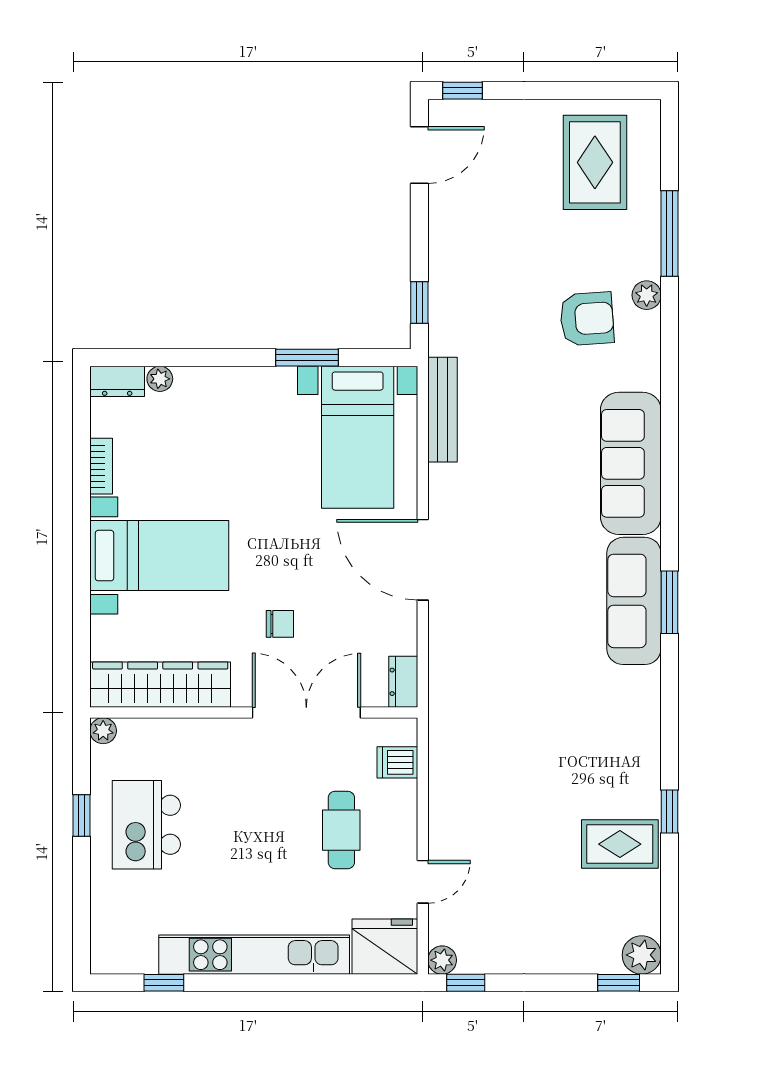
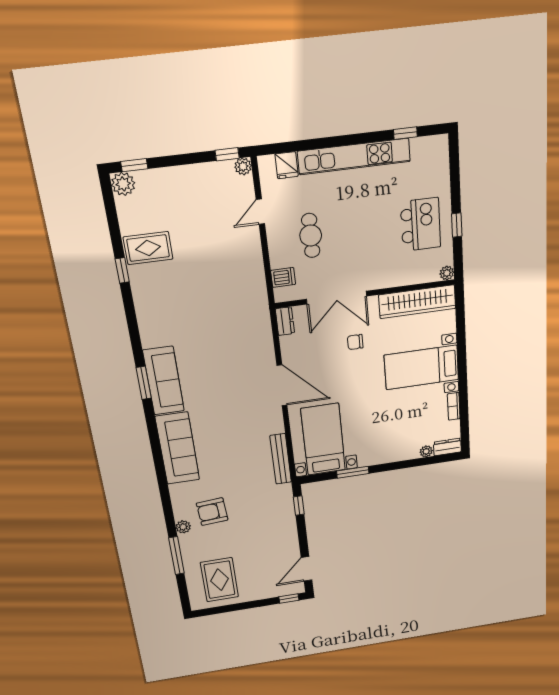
fridge: (385, 947) -> (287, 165), width x0.53, depth x0.75

